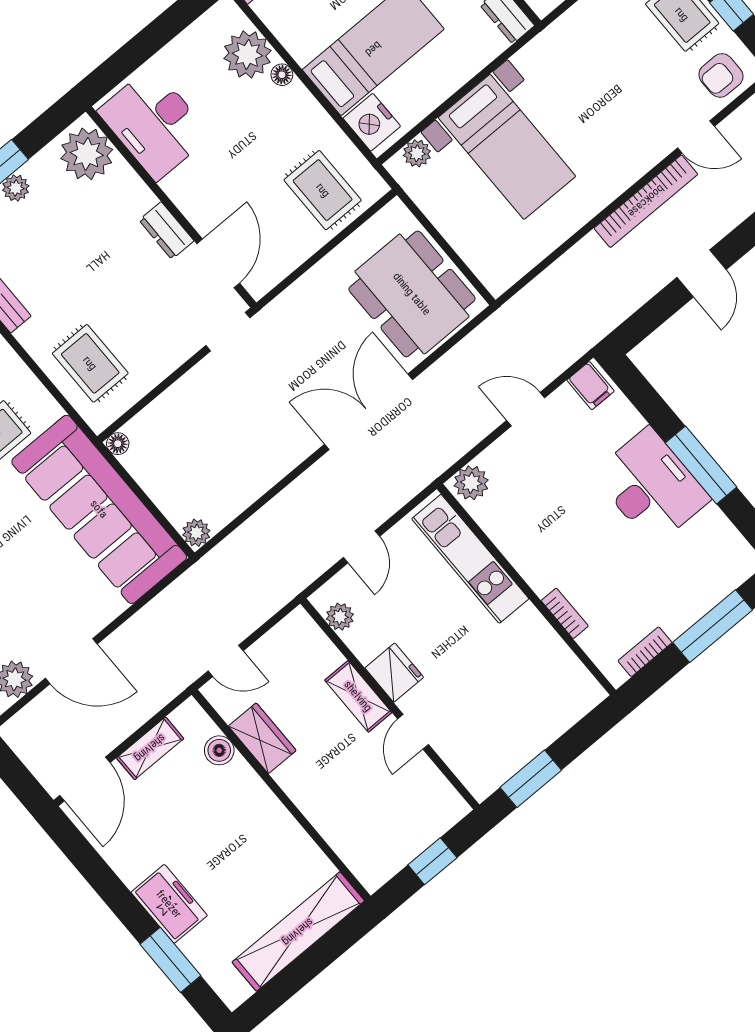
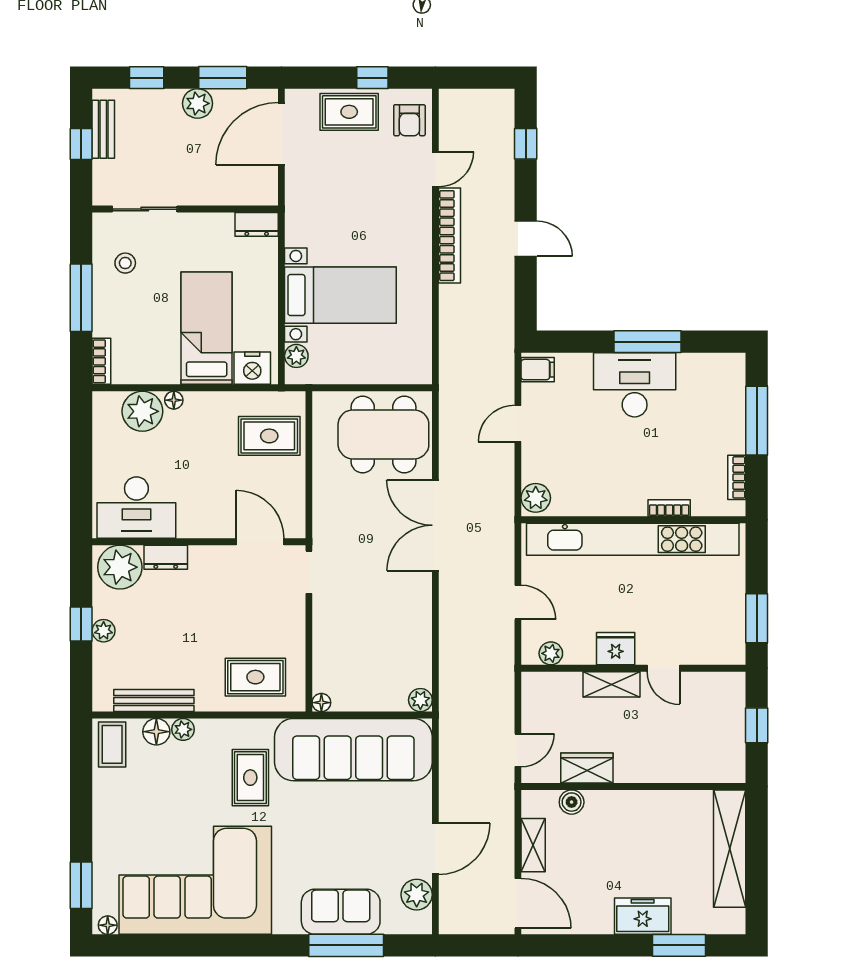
dresser: (166, 231) -> (166, 557), moved
kitchen unit: (470, 559) -> (633, 539), width x1.86

